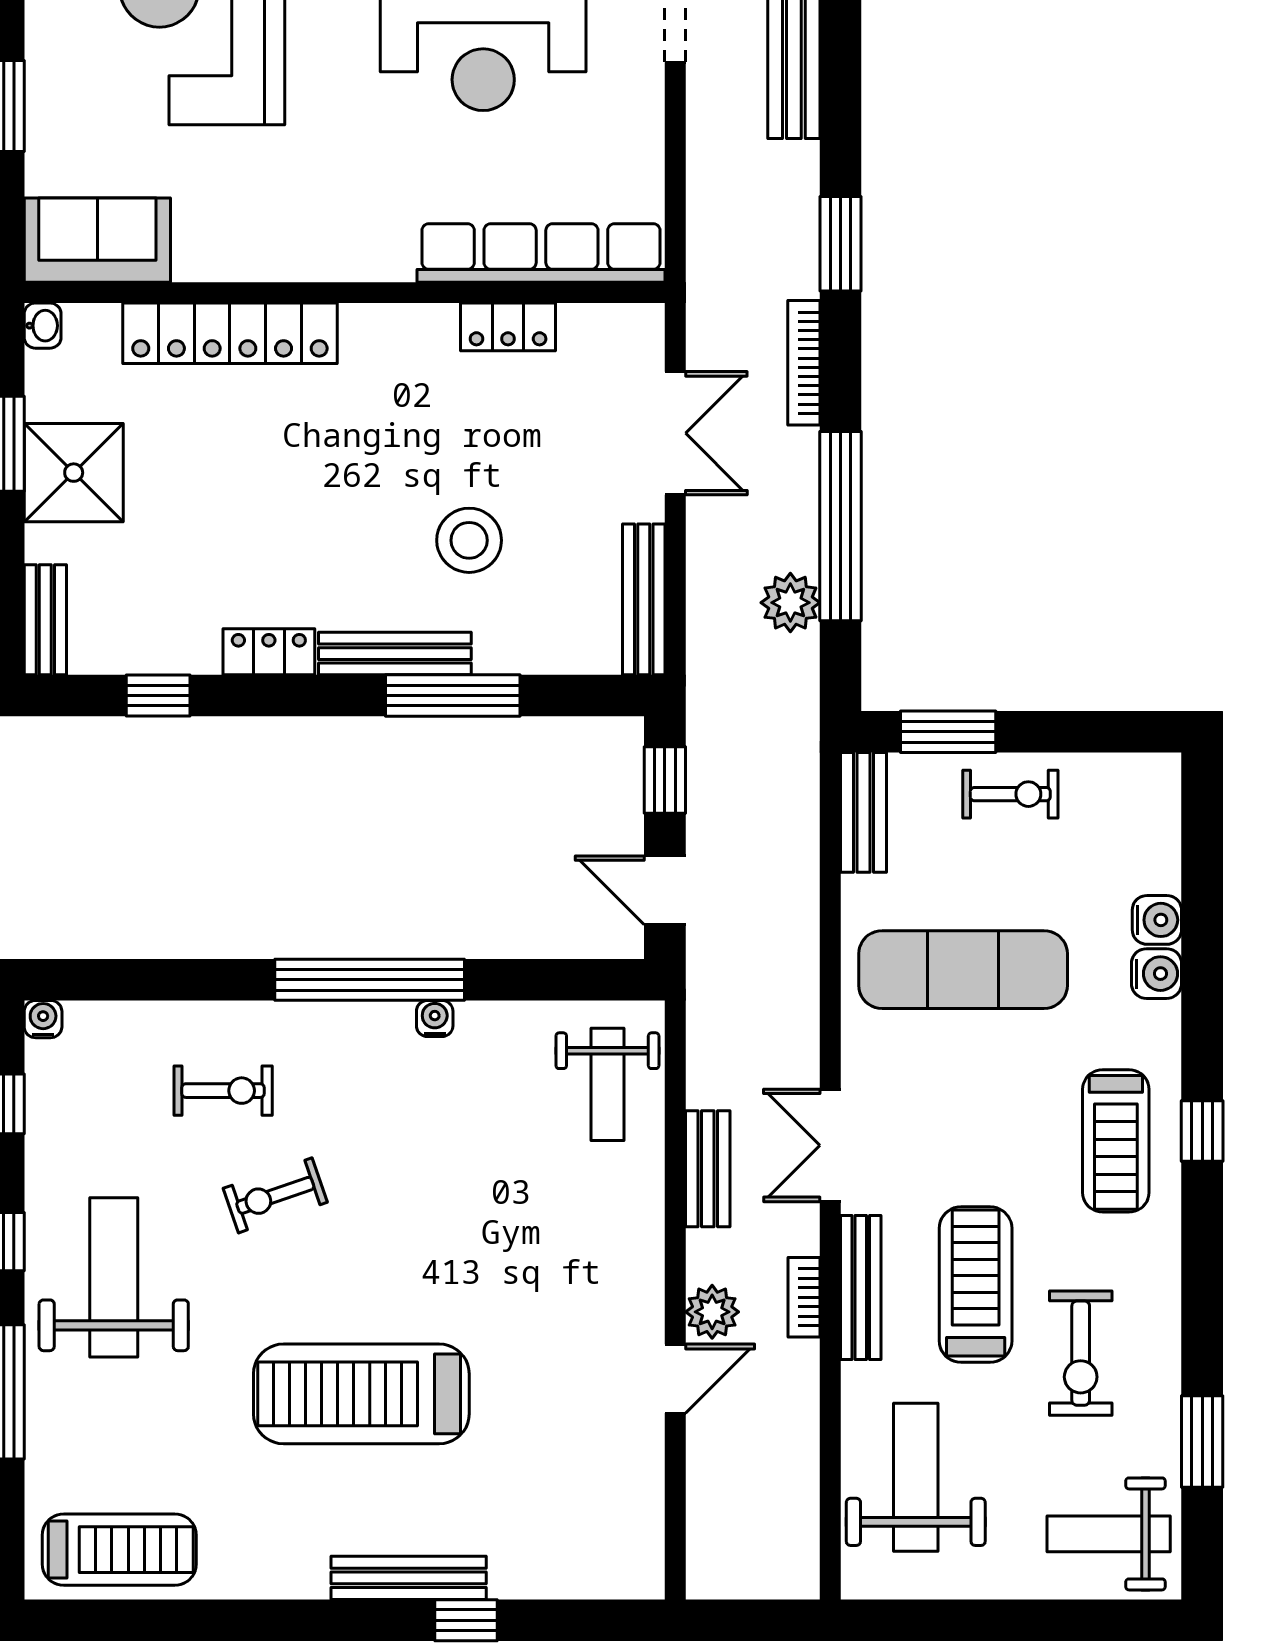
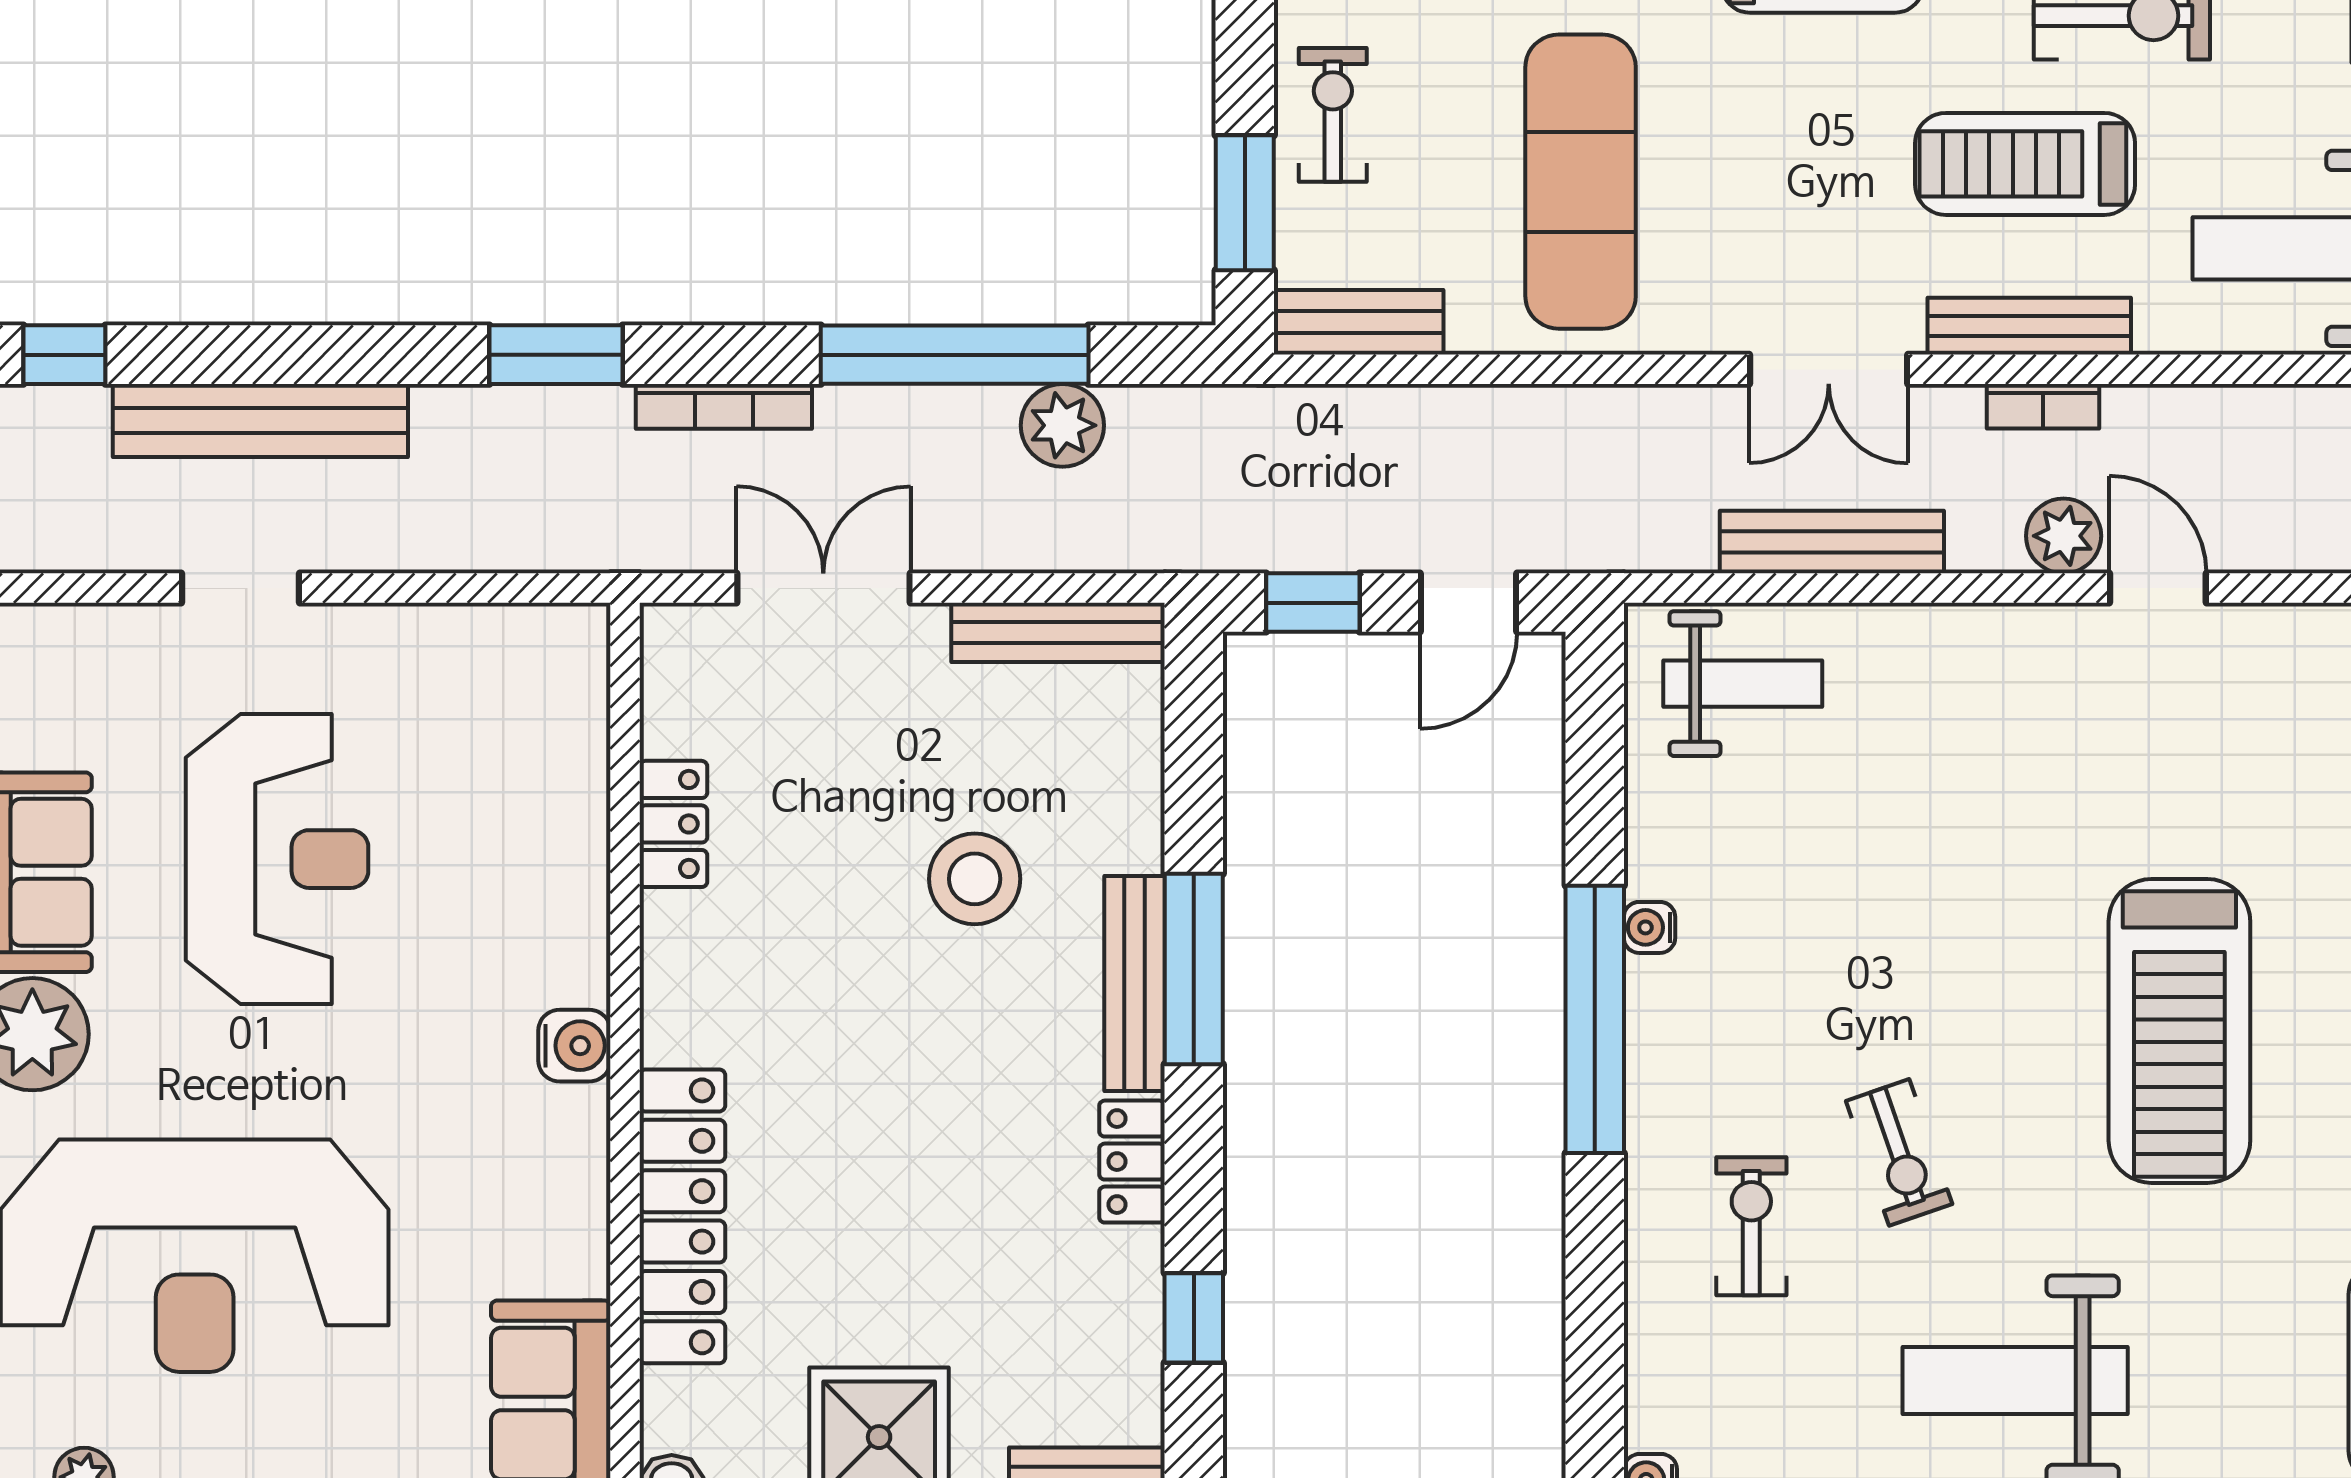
row of seats: (541, 253) -> (569, 777), removed
water cooler: (351, 257) -> (574, 1046), added
window: (453, 696) -> (1194, 969), moved
bench: (708, 1169) -> (1832, 542), width x1.36

